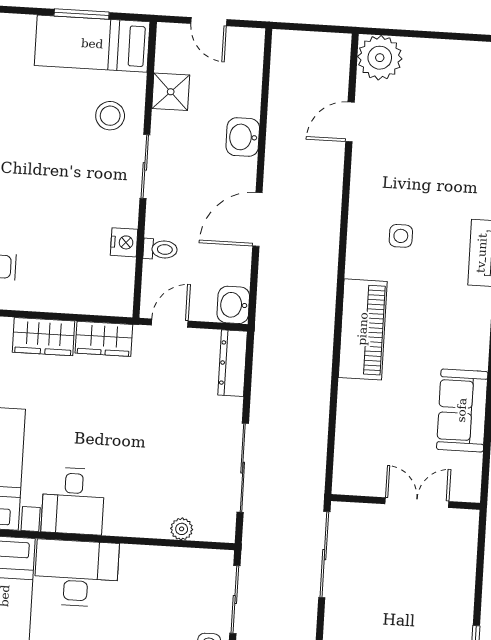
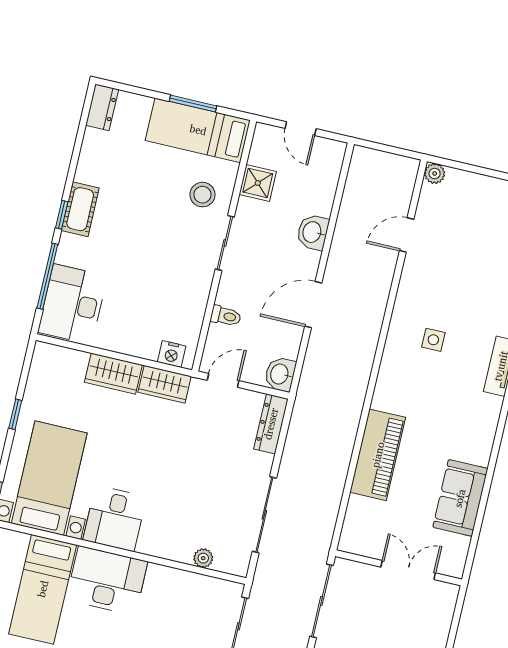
plant: (380, 58) -> (435, 173), width x0.53, depth x0.53
nightstand: (124, 242) -> (172, 354), moved, turned 90
piano: (363, 329) -> (378, 455), moved

